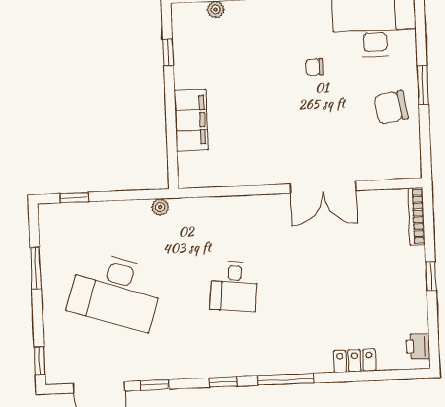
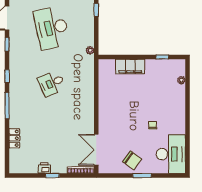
chair: (391, 107) -> (132, 160), turned 136
double door: (323, 187) -> (96, 150), moved
desk: (234, 286) -> (52, 83), turned -30
desk: (116, 291) -> (52, 28), turned -30
printer: (418, 346) -> (44, 168), moved

